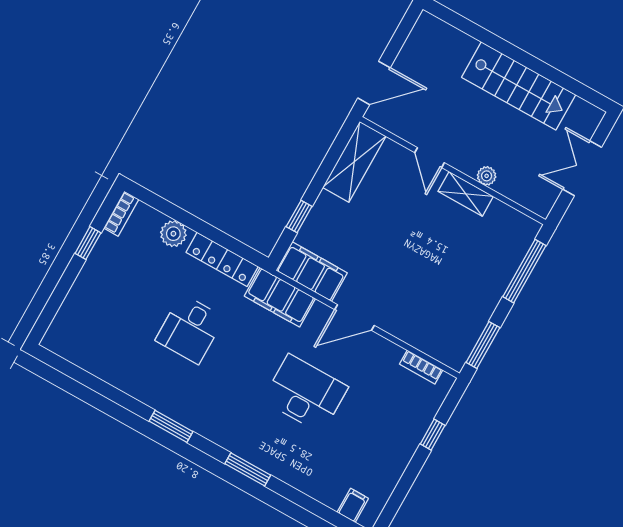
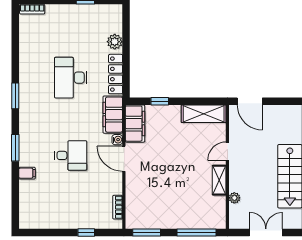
plant: (487, 176) -> (234, 198), moved
bookcase: (121, 214) -> (32, 9), moved
water cooler: (321, 311) -> (117, 140), added
desk: (190, 329) -> (71, 78), width x1.37
desk: (305, 394) -> (71, 155), width x0.73
filing cabinet: (353, 505) -> (27, 173), moved

